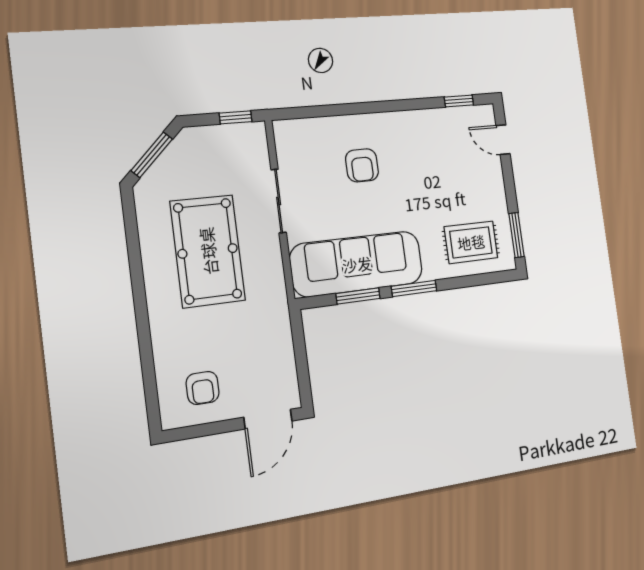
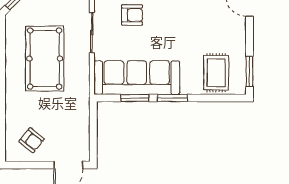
armchair: (362, 165) -> (132, 15), moved, turned -90
rug: (471, 242) -> (216, 73), turned 90
armchair: (203, 388) -> (32, 140), turned -51

